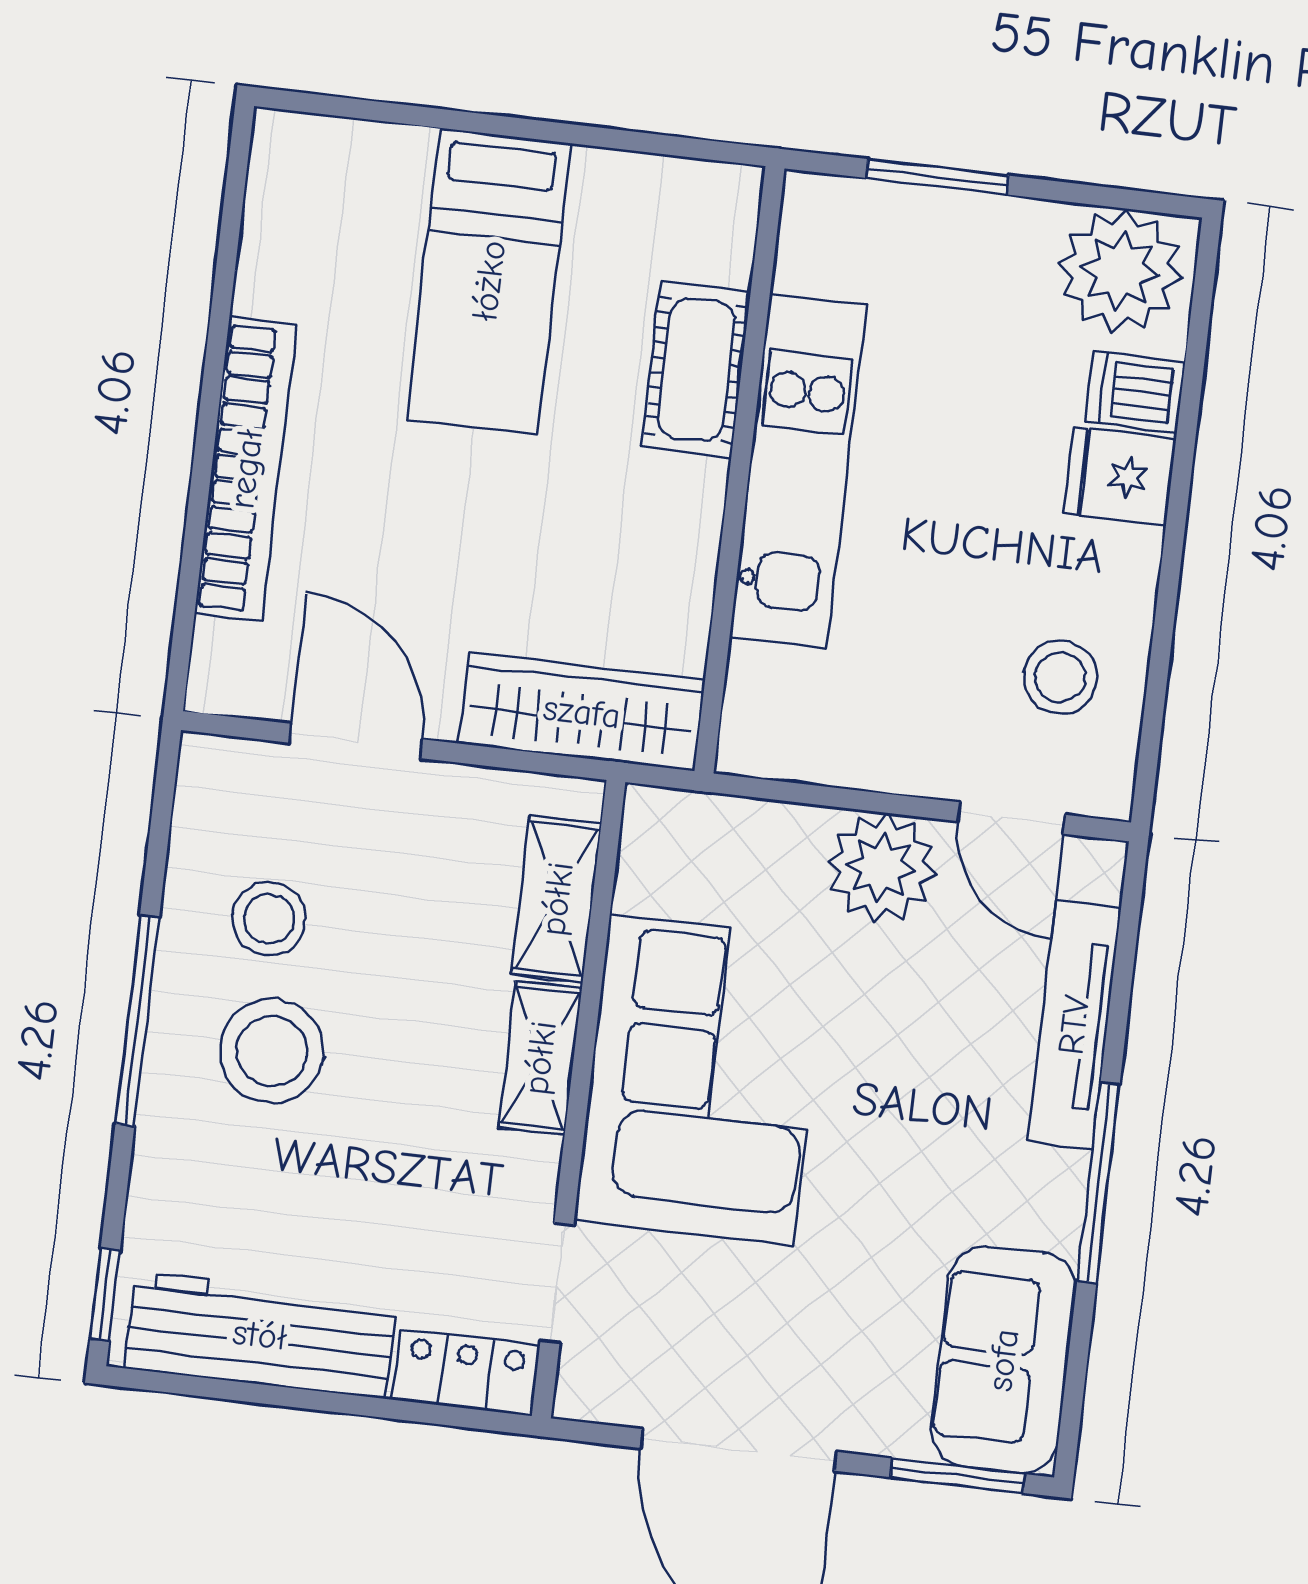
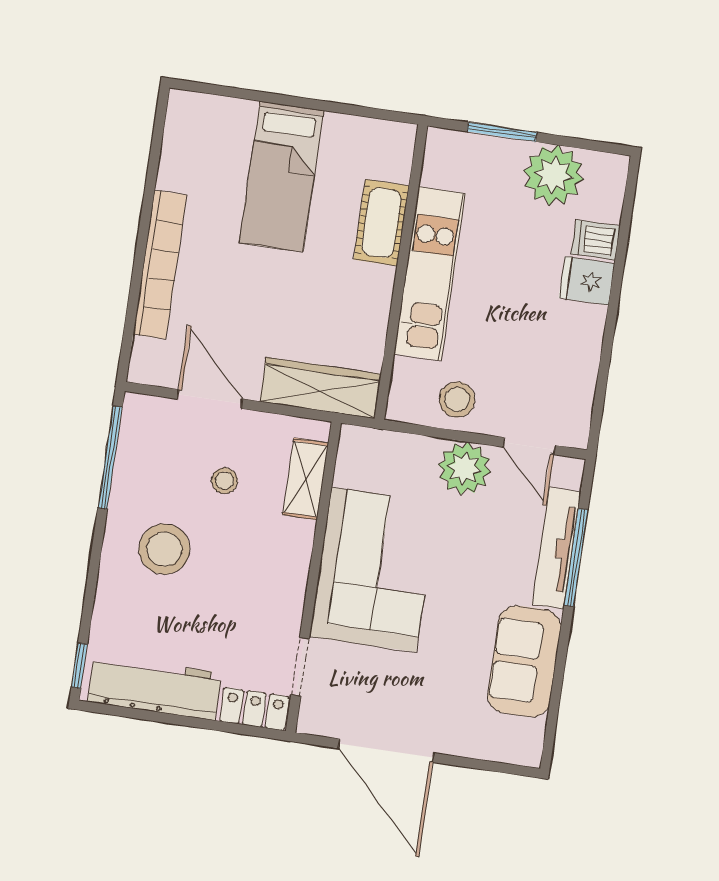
plant: (1120, 271) -> (554, 175), moved
stool: (1060, 677) -> (457, 400), moved
stool: (269, 919) -> (225, 481), moved, width x0.73, depth x0.73
window: (137, 1021) -> (110, 457), moved
shelving: (540, 1058) -> (295, 556), removed
window: (1098, 1183) -> (576, 557), moved
sofa: (1003, 1360) -> (524, 661), moved
window: (958, 1476) -> (493, 766), removed

